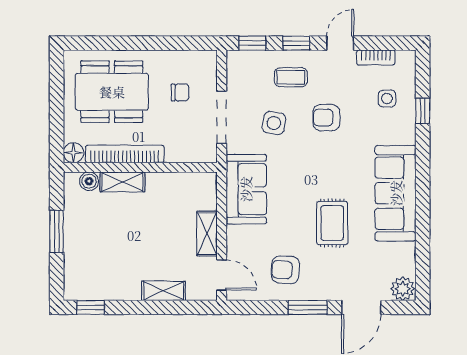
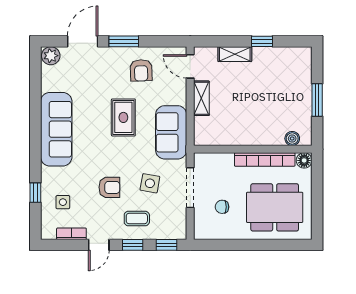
shelving: (122, 182) -> (266, 138), removed
rug: (332, 223) -> (123, 117), moved
armchair: (285, 270) -> (141, 70), turned 85
window: (91, 307) -> (262, 41), moved

